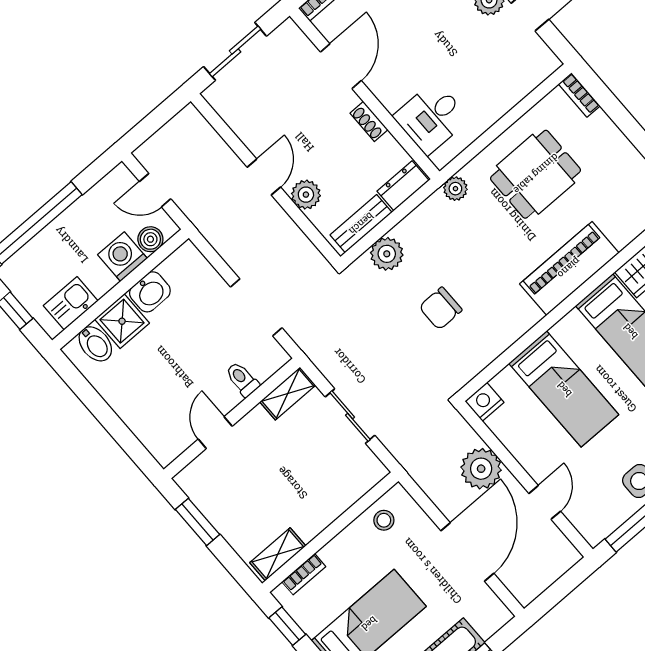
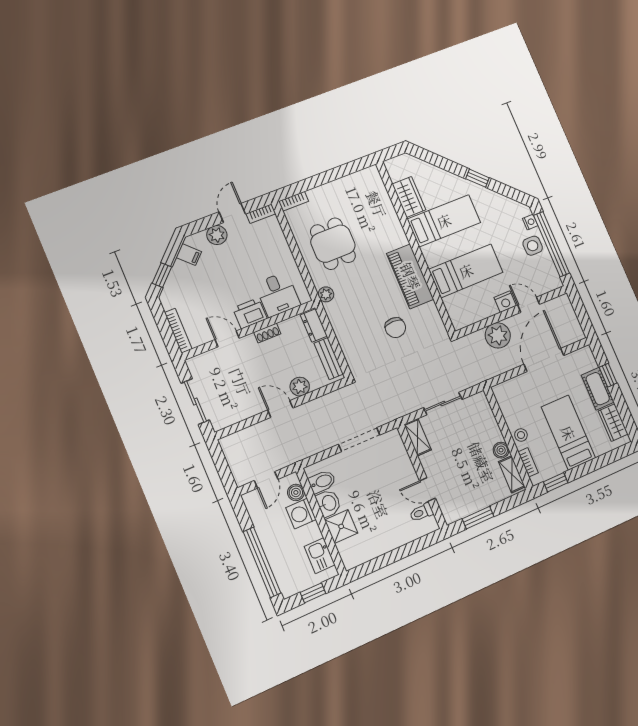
bookcase: (544, 53) -> (261, 214), added
door: (341, 66) -> (227, 339), width x0.73
printer: (389, 87) -> (250, 313), added
plant: (387, 254) -> (352, 349), removed
piano: (569, 268) -> (410, 276), moved
bidet: (95, 344) -> (322, 482), moved
toilet: (242, 379) -> (421, 512), moved
nightstand: (484, 402) -> (505, 302), moved, turned -90
stool: (384, 520) -> (521, 435), moved
boiler: (309, 527) -> (501, 450), added
door: (467, 552) -> (544, 360), hinge flipped

